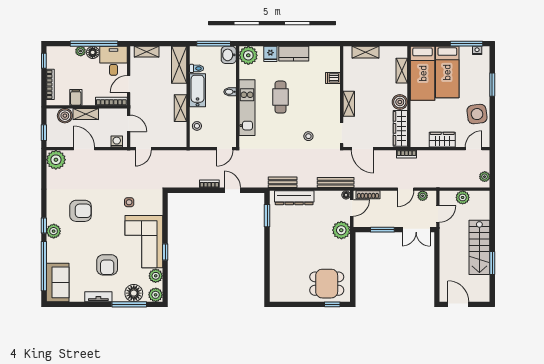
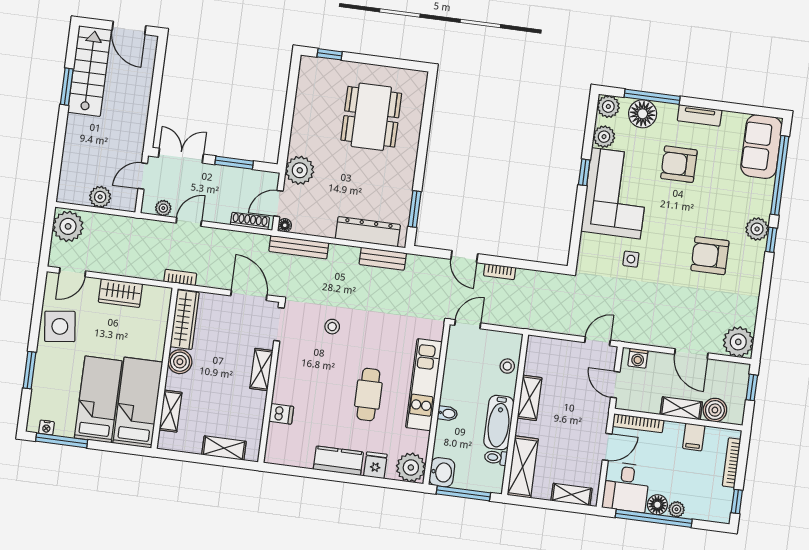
plant: (485, 177) -> (68, 226), width x1.88, depth x1.88
stairs: (479, 247) -> (90, 71), moved
armchair: (107, 265) -> (679, 164), turned -90
dining table: (327, 284) -> (371, 117), moved, width x1.38

